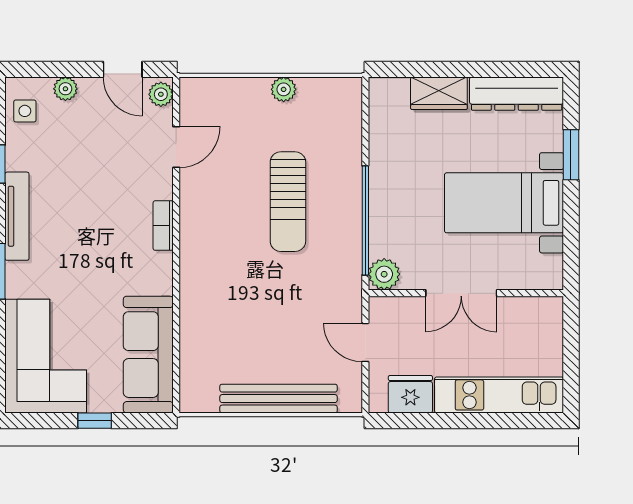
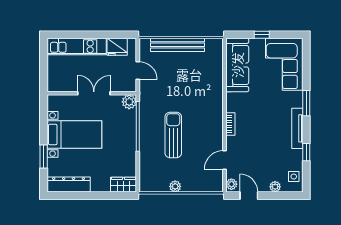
wardrobe: (439, 93) -> (123, 185), moved

